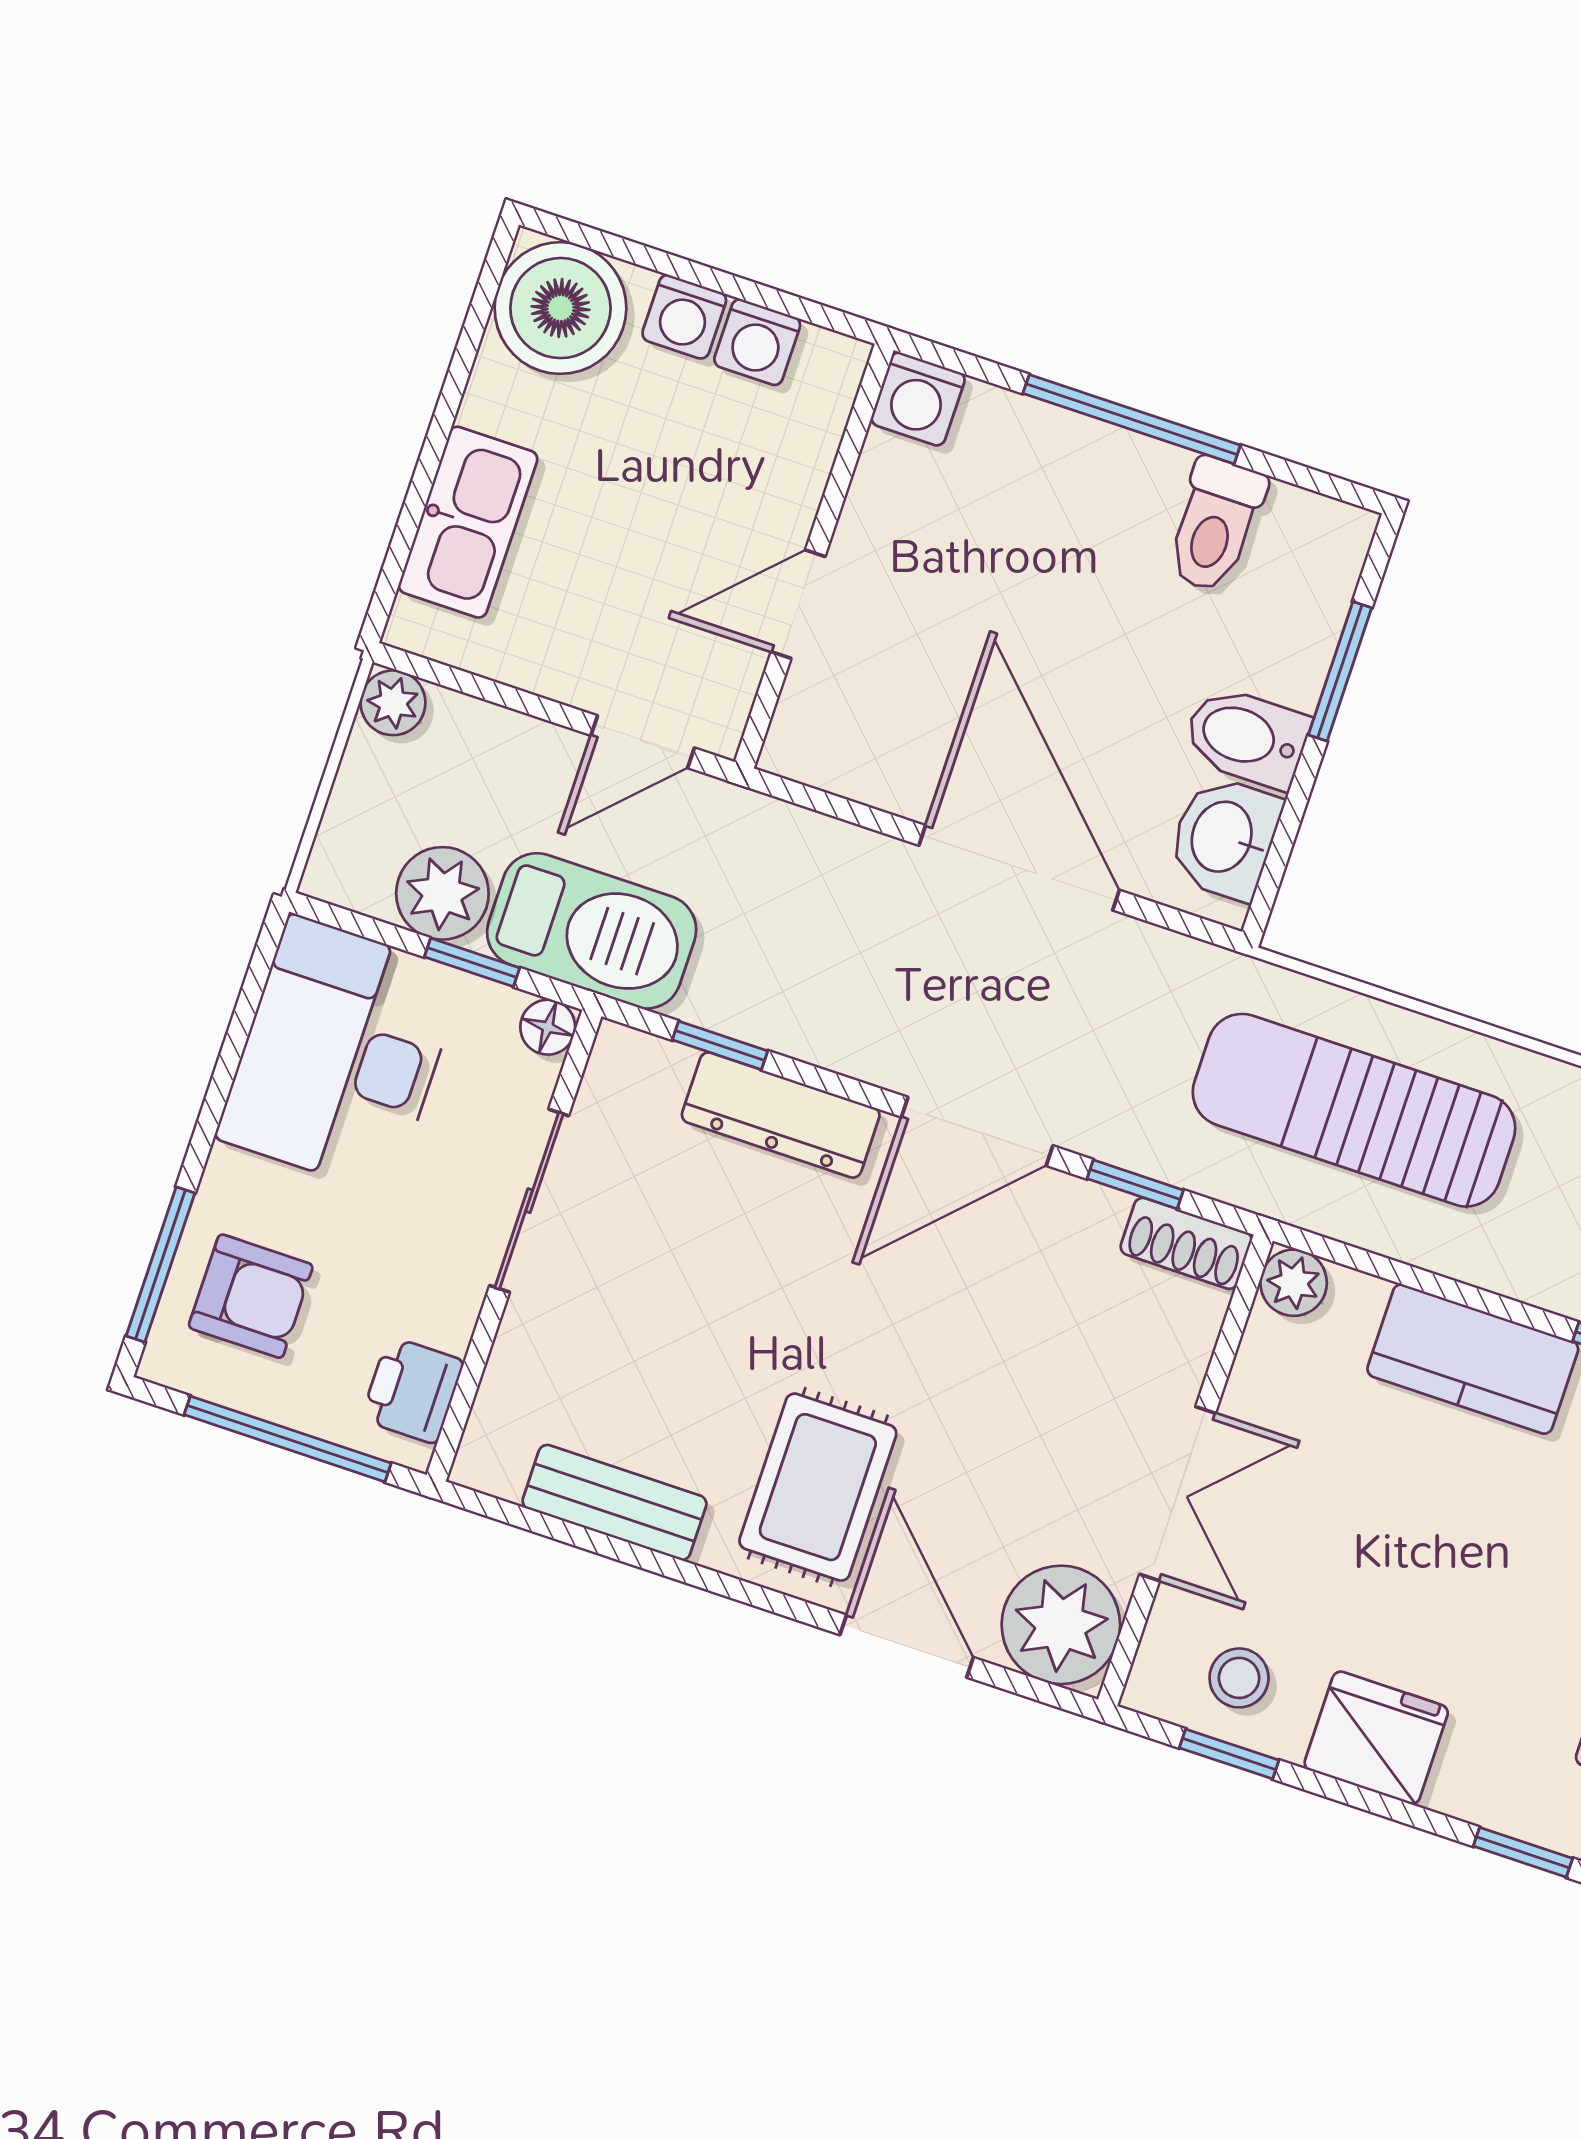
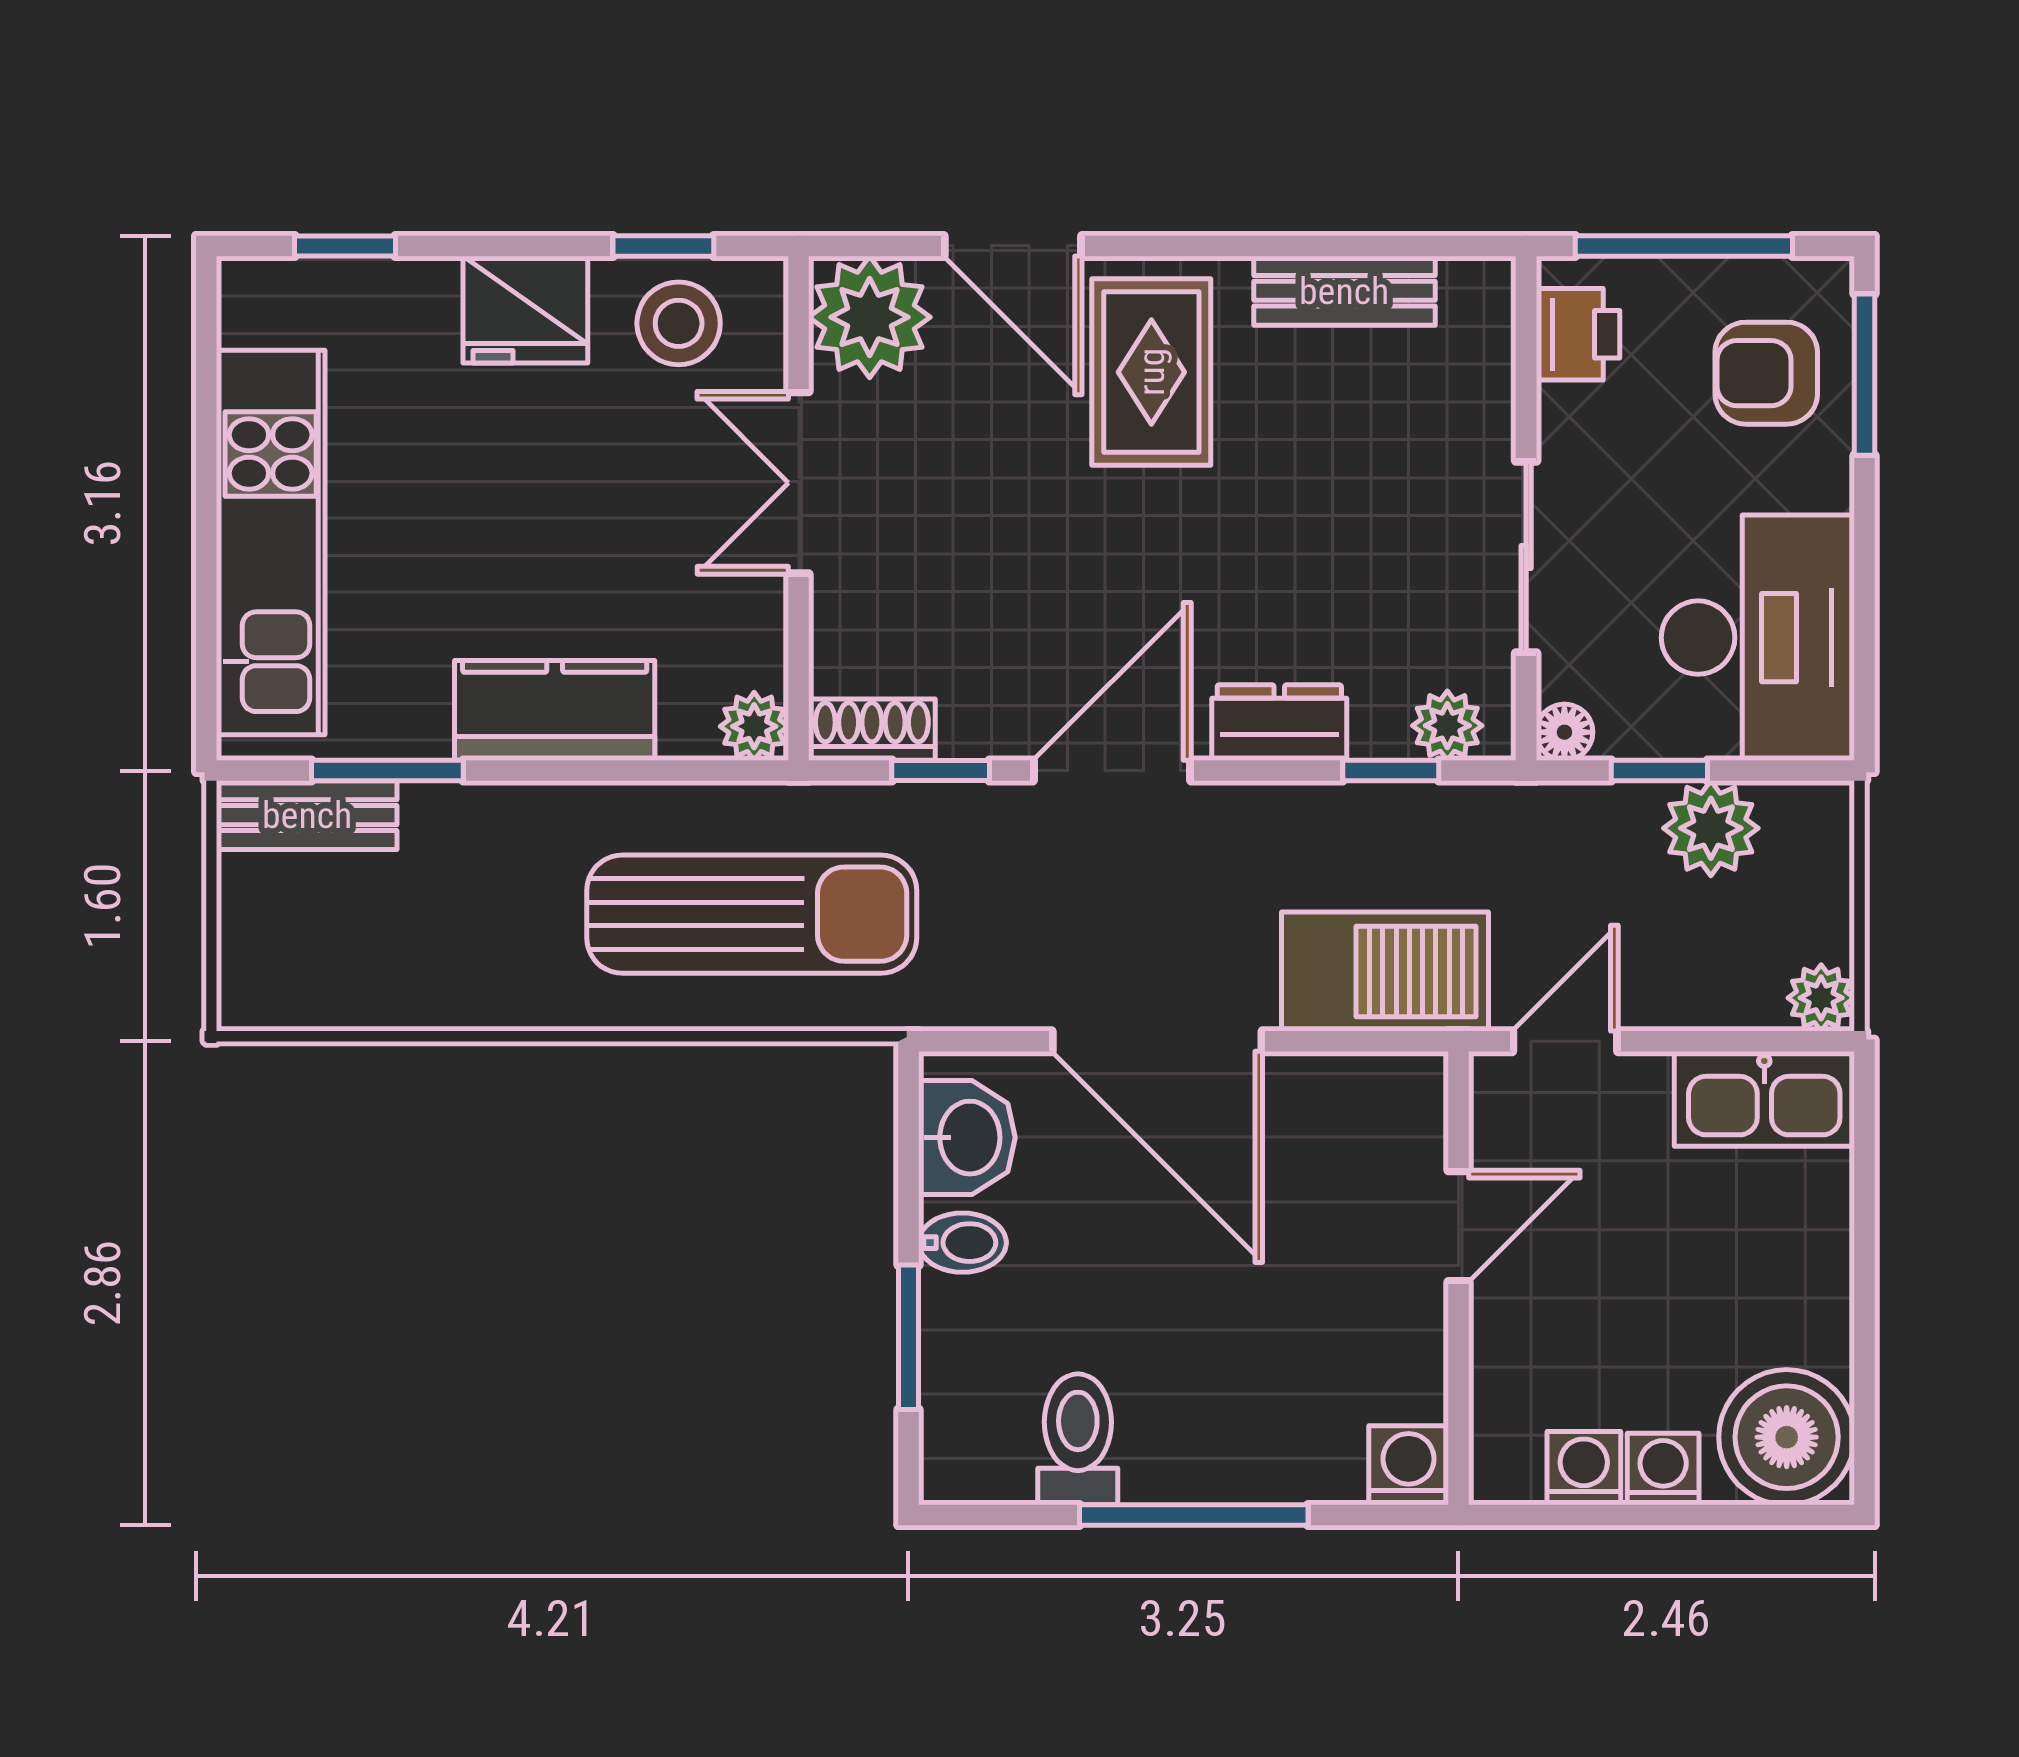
kitchen sink: (468, 522) -> (1764, 1099), moved, turned -90
bidet: (1246, 737) -> (962, 1243), width x0.72, depth x0.74
barbecue: (592, 931) -> (1385, 971), moved, turned 180
plant: (654, 1069) -> (1447, 726), added
dresser: (781, 1115) -> (1279, 722), width x0.70
stool: (1239, 1678) -> (679, 323), width x1.37, depth x1.37

